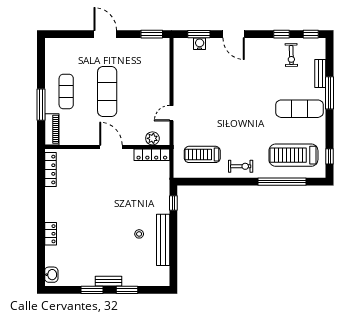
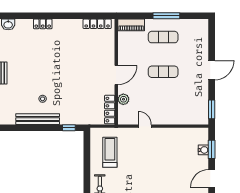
exercise mat: (107, 91) -> (163, 72), width x0.73, depth x0.69
window: (41, 105) -> (166, 16), moved
plant: (152, 138) -> (123, 99), moved

